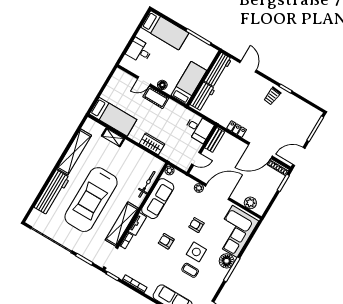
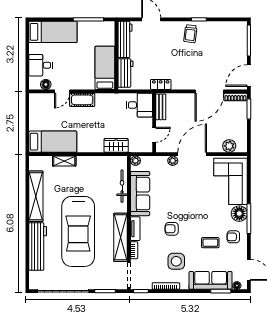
floor lamp: (162, 85) -> (46, 84), moved
locker: (237, 129) -> (161, 84), moved
wardrobe: (152, 144) -> (116, 145), moved
armchair: (196, 225) -> (233, 237), moved
side table: (196, 252) -> (176, 261), moved

